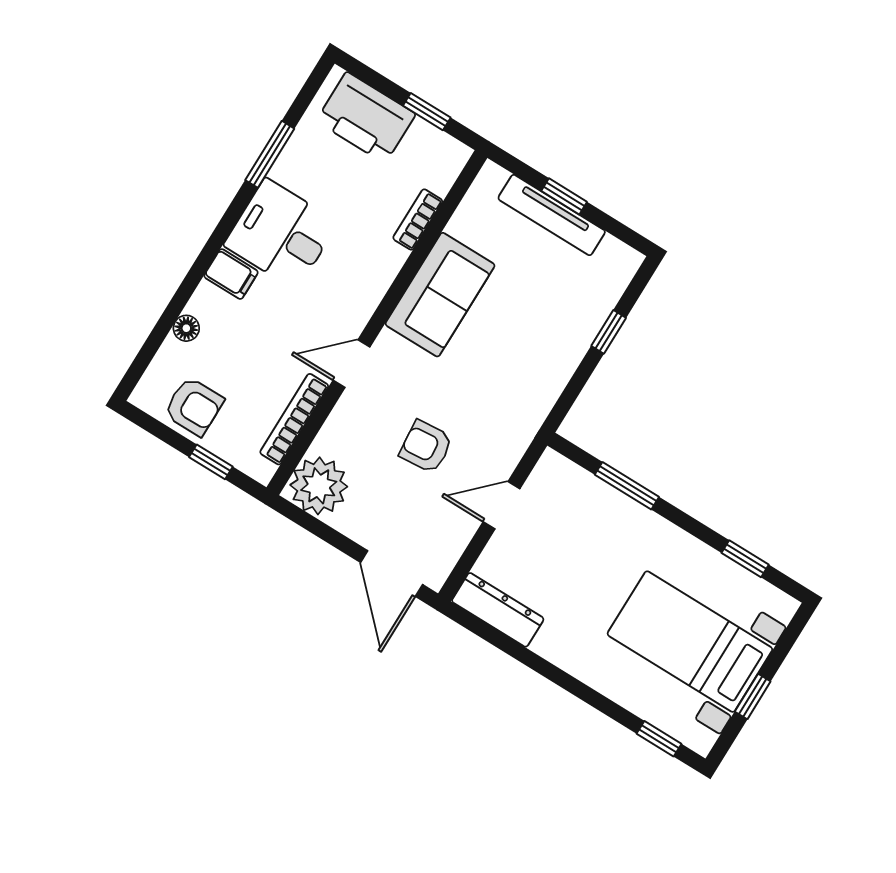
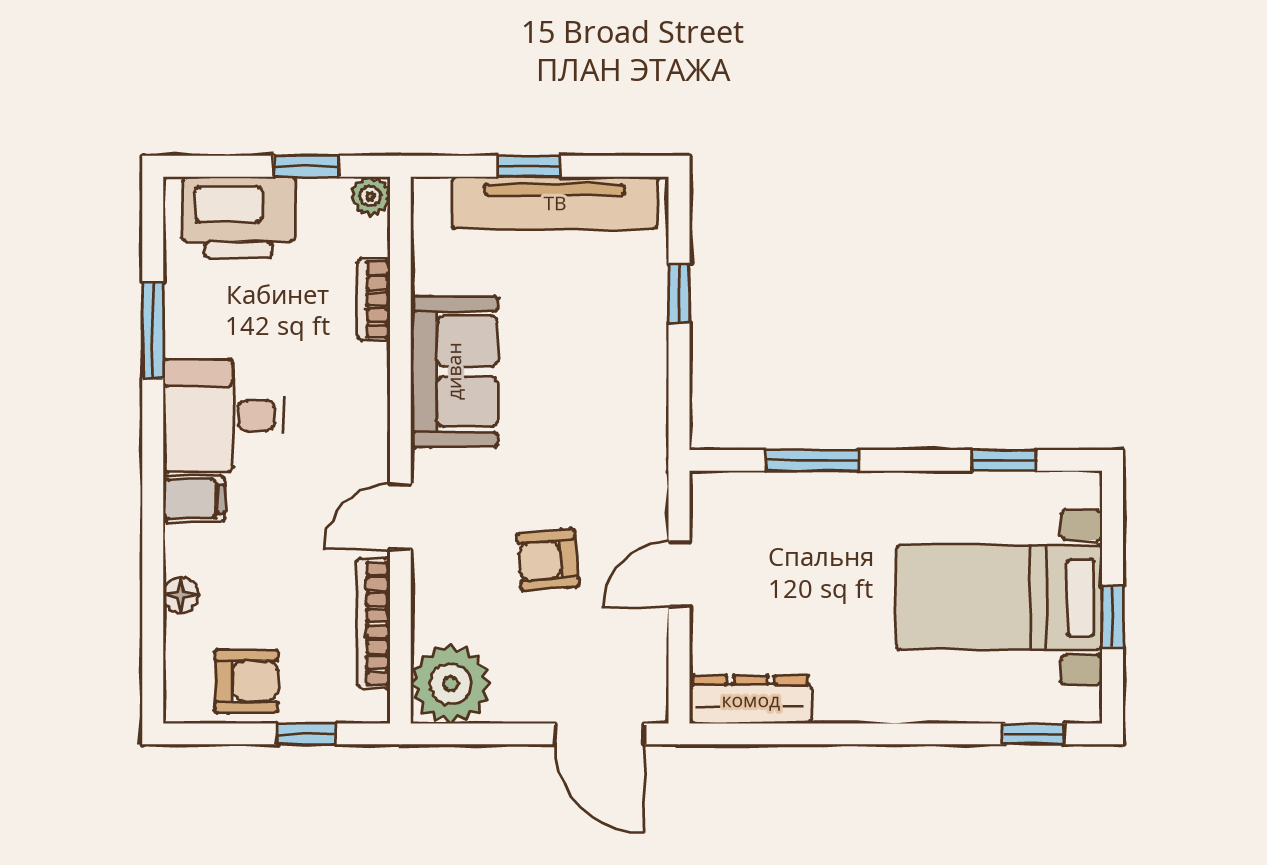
plant: (455, 155) -> (370, 196), added
tv unit: (552, 215) -> (555, 203), width x1.36, depth x1.29

